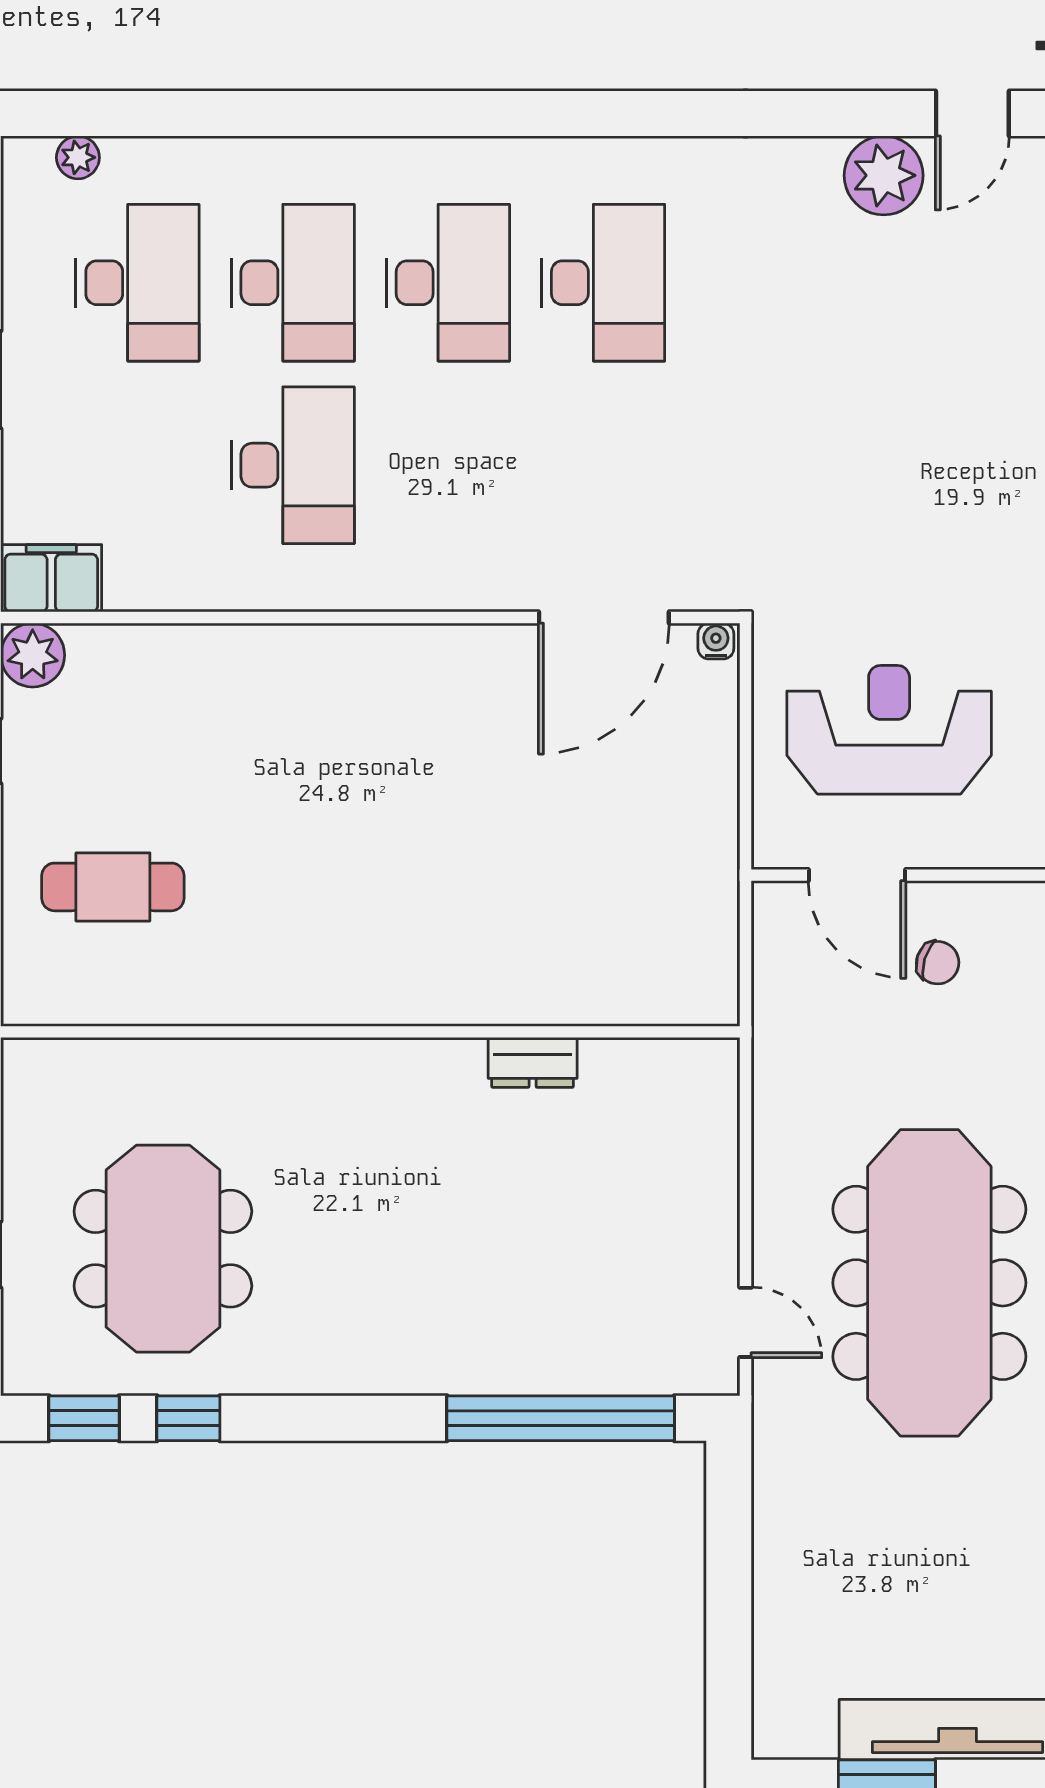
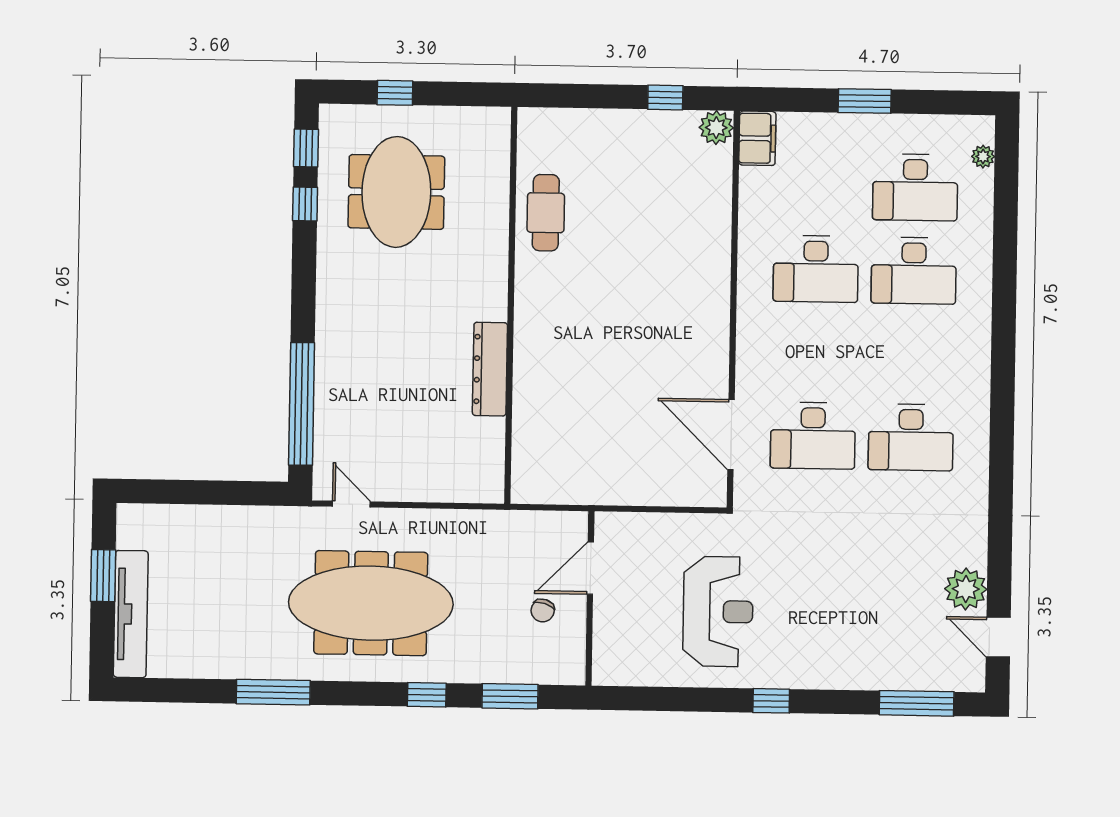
desk: (448, 283) -> (813, 436), moved
water cooler: (716, 641) -> (717, 495), removed
reception desk: (889, 730) -> (718, 612), moved
cafe table: (113, 887) -> (546, 213), moved
dresser: (533, 1062) -> (490, 369), width x1.96, depth x1.24
meeting table: (163, 1249) -> (396, 192), turned 90
door: (745, 1322) -> (351, 504), swing flipped

